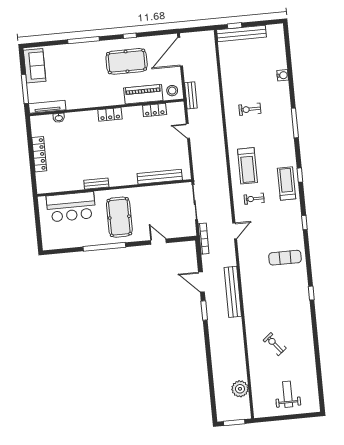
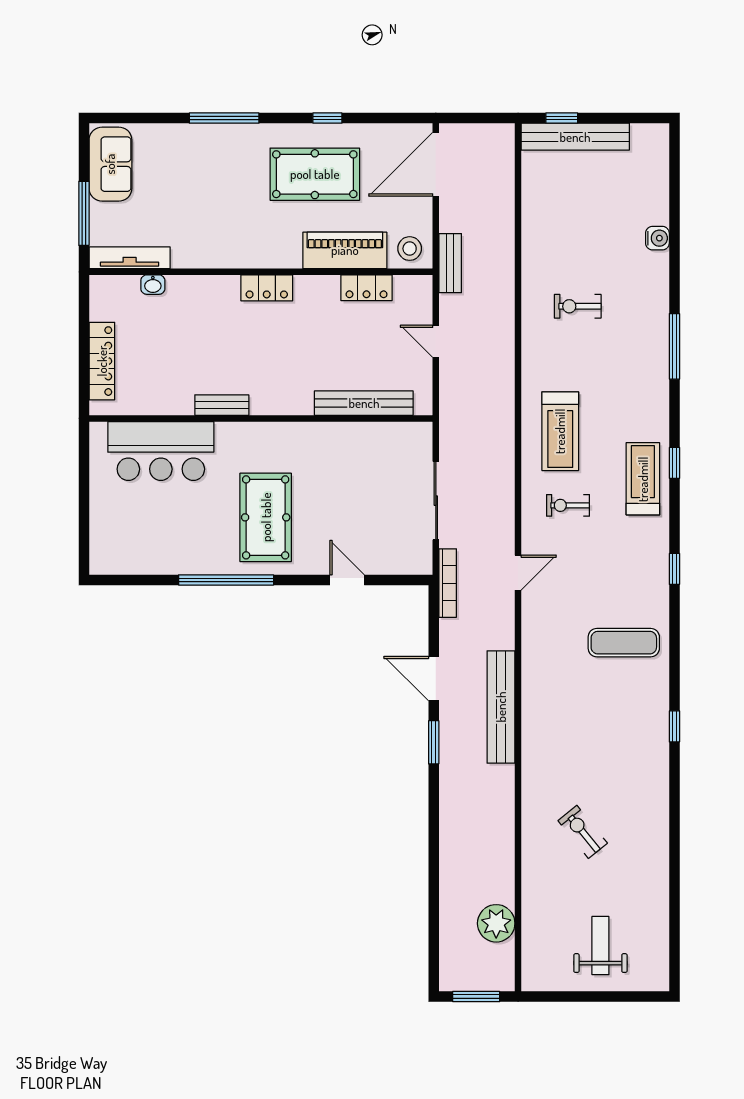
bench: (160, 177) -> (364, 403), moved
bench: (96, 184) -> (222, 405), moved
wall: (114, 188) -> (261, 418), moved
bar counter: (71, 207) -> (161, 451), moved

